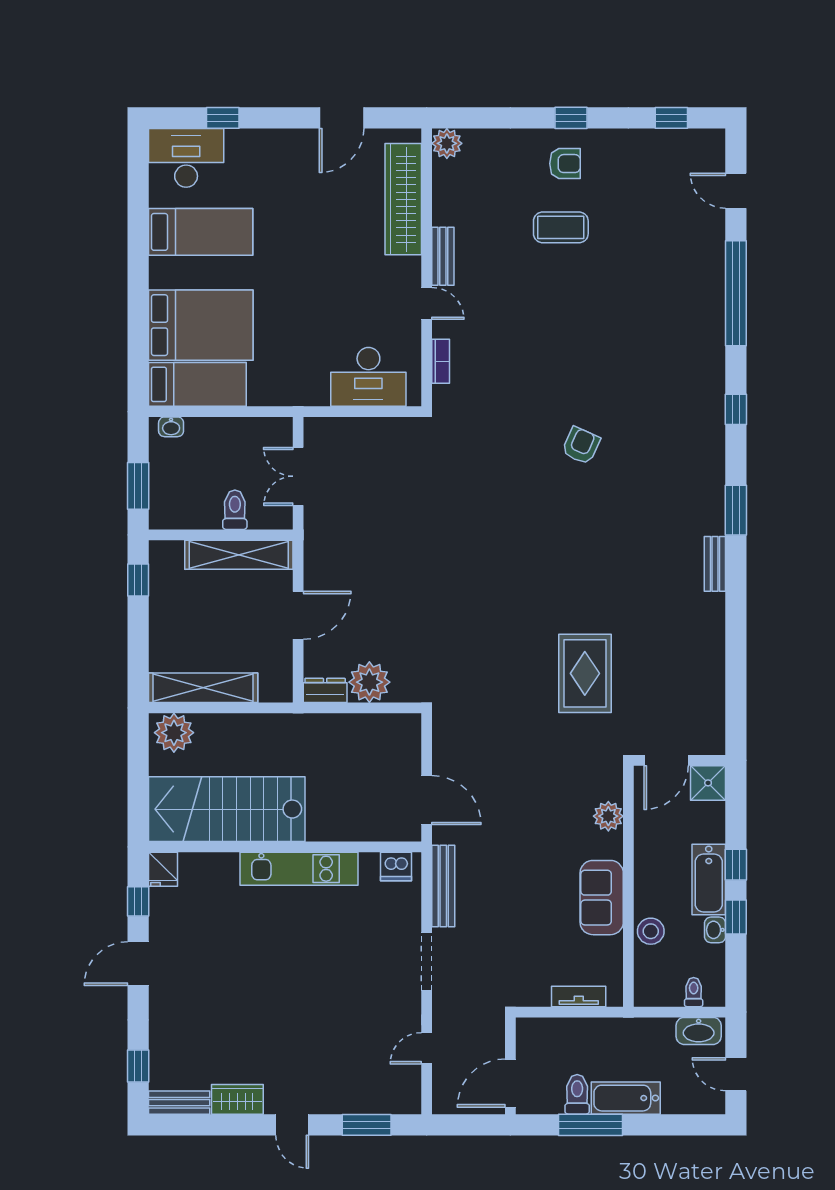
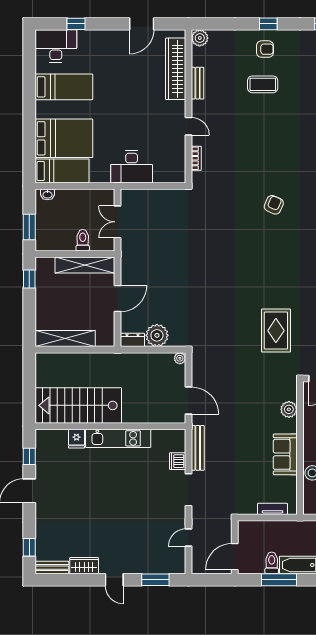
bench: (443, 256) -> (198, 83), moved
desk: (368, 377) -> (132, 167), moved
plant: (174, 733) -> (180, 358), moved, width x0.53, depth x0.53
dishwasher: (396, 866) -> (178, 461), moved, turned 90
fridge: (163, 869) -> (77, 439), moved

